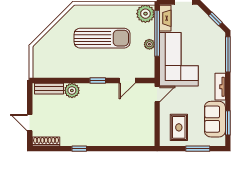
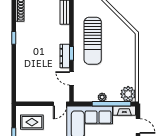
sun lounger: (102, 38) -> (93, 41), moved
dresser: (101, 89) -> (65, 56), added
plant: (72, 90) -> (63, 32), removed
door: (157, 94) -> (60, 104), hinge flipped

